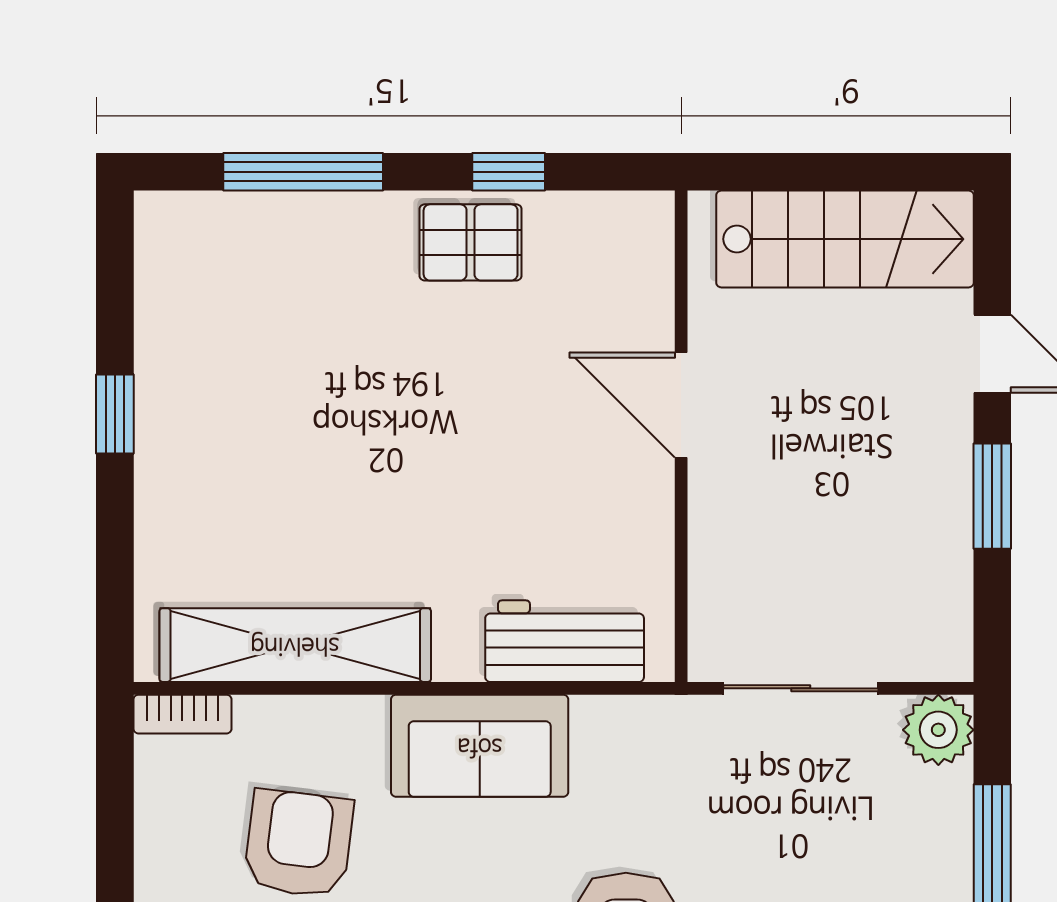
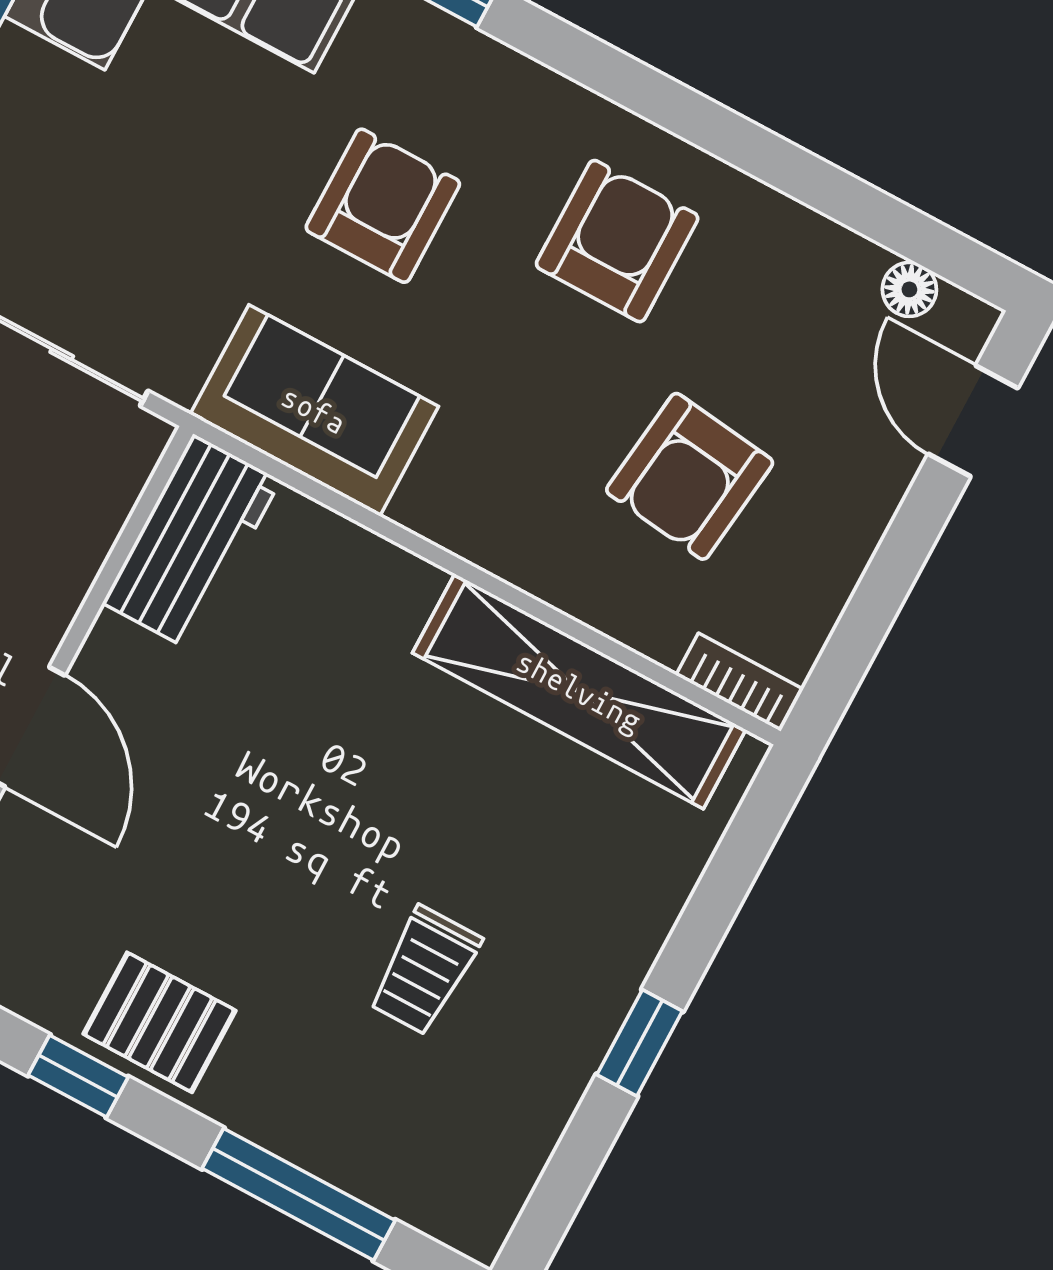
trolley: (299, 383) -> (425, 971), added
workbench: (565, 641) -> (192, 542), moved, turned -90
sofa: (480, 746) -> (314, 410), moved

